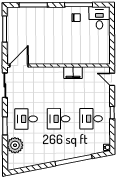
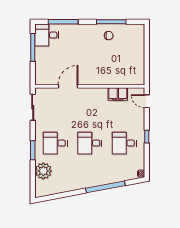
desk: (99, 18) -> (47, 35), moved, turned -90
door: (19, 66) -> (68, 86), moved
filing cabinet: (73, 73) -> (118, 94), moved

